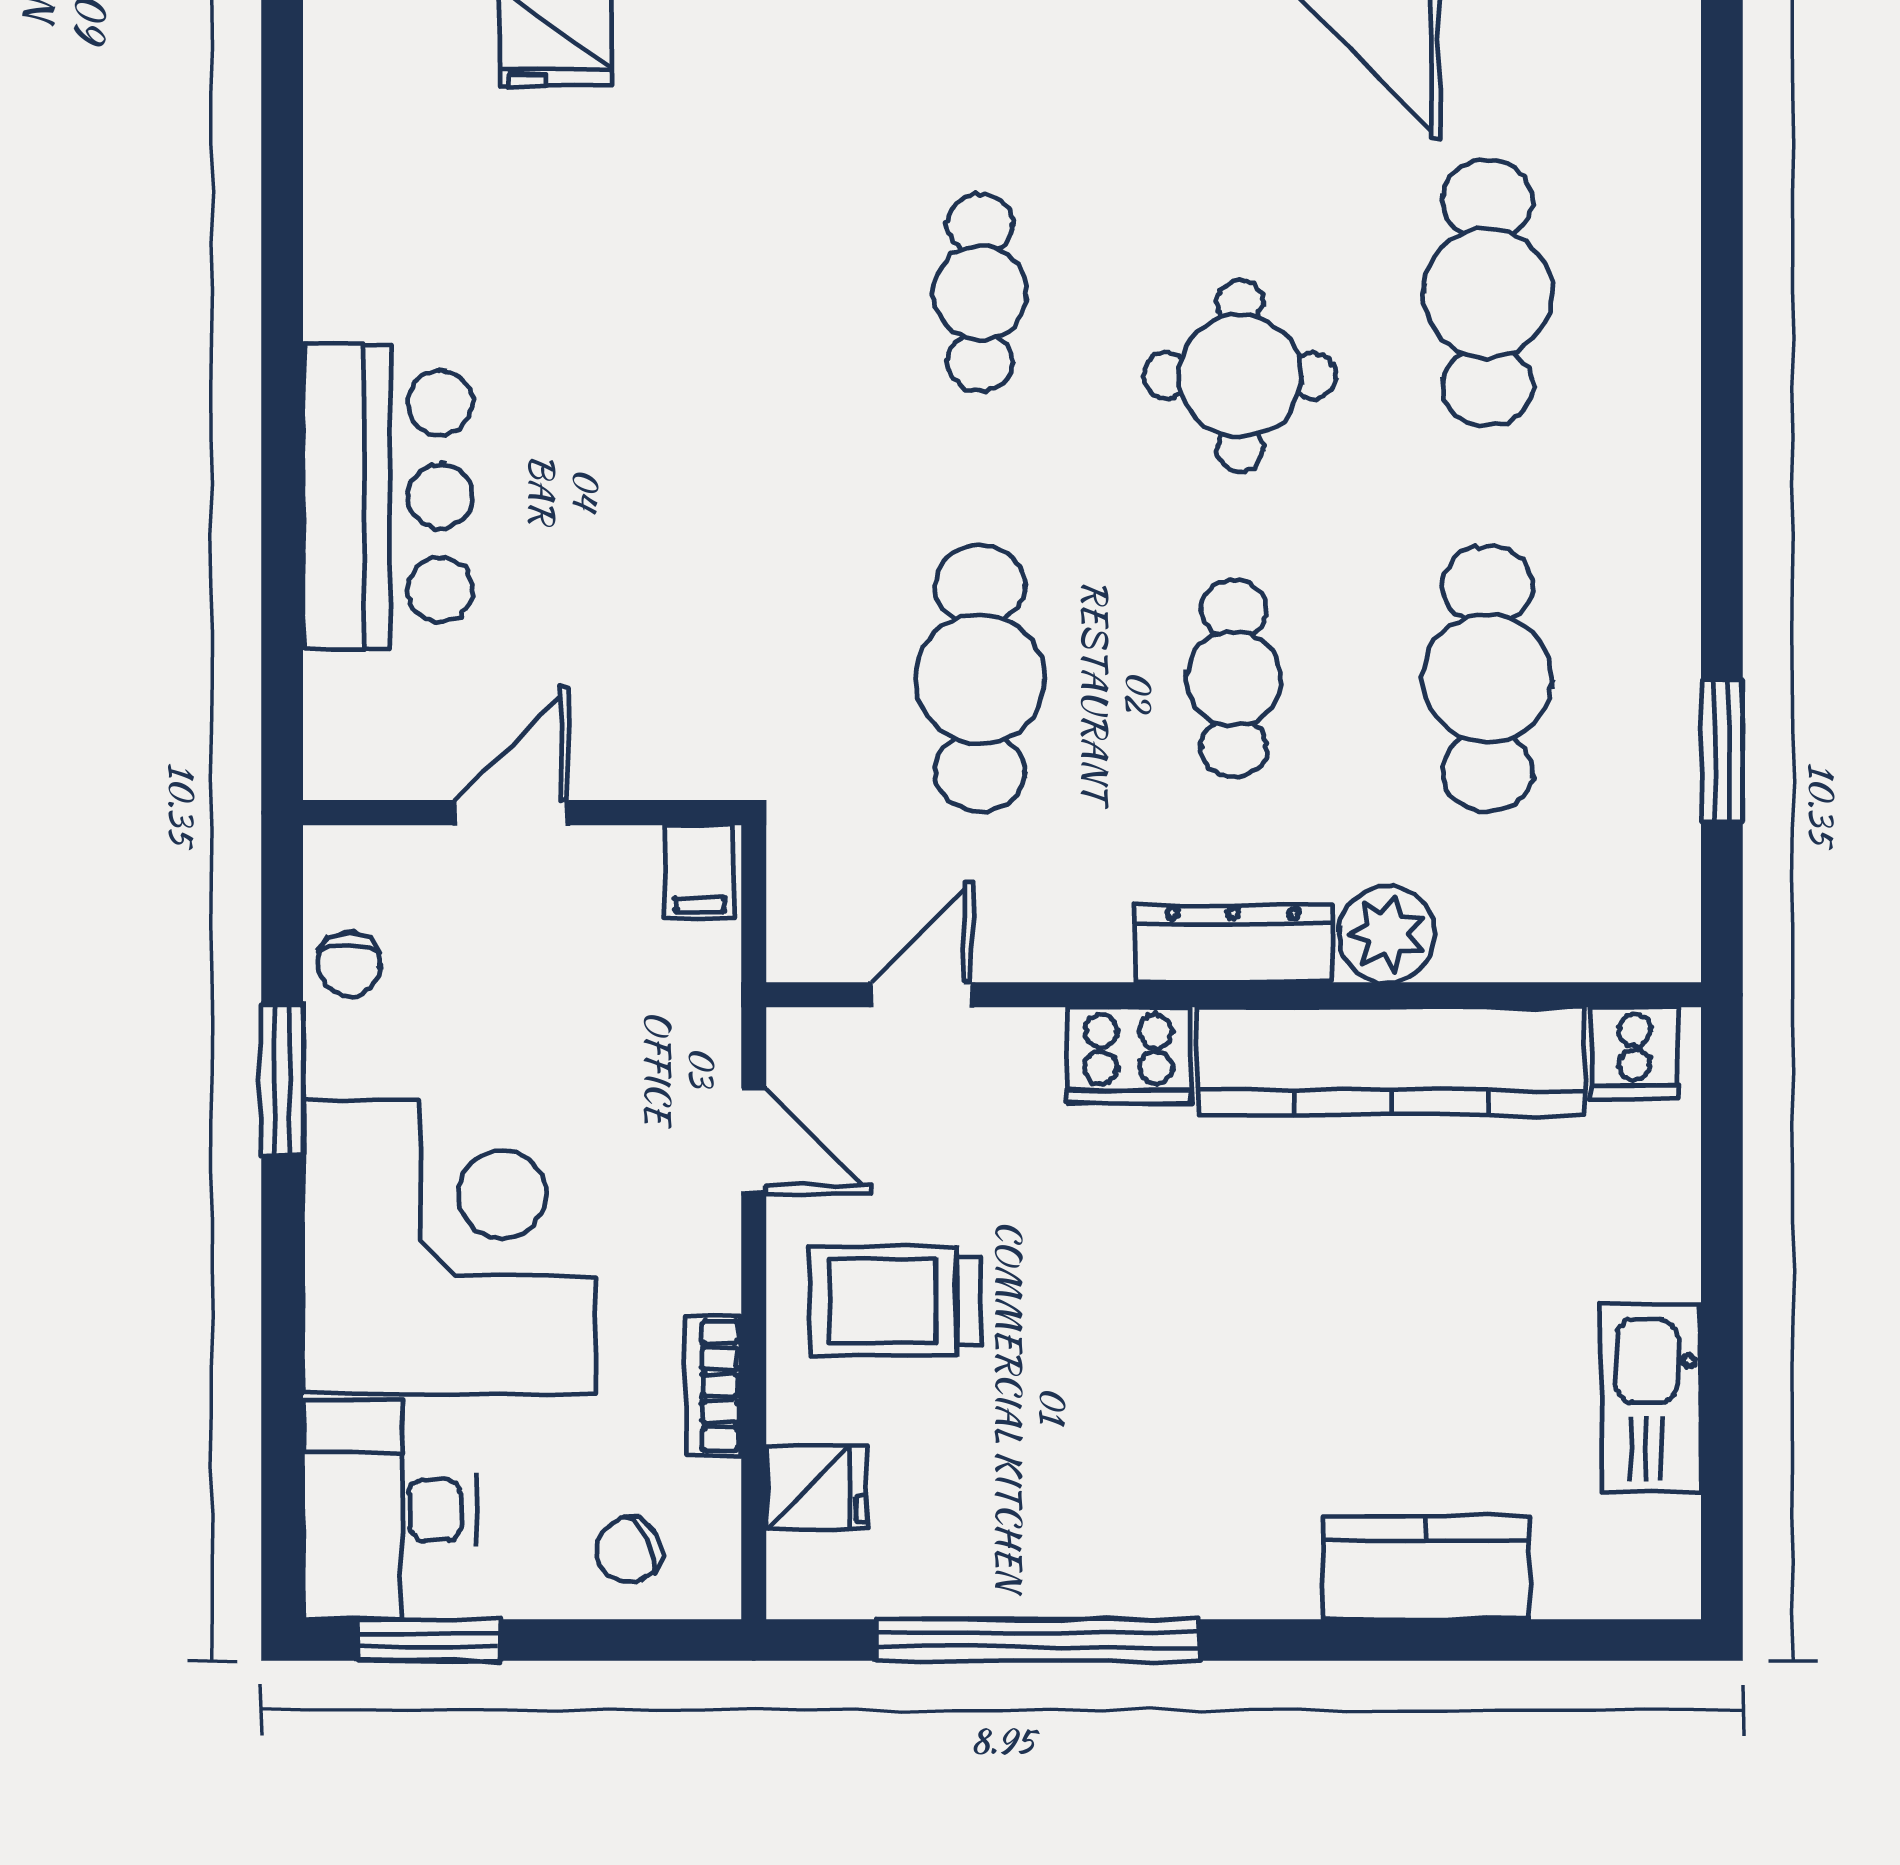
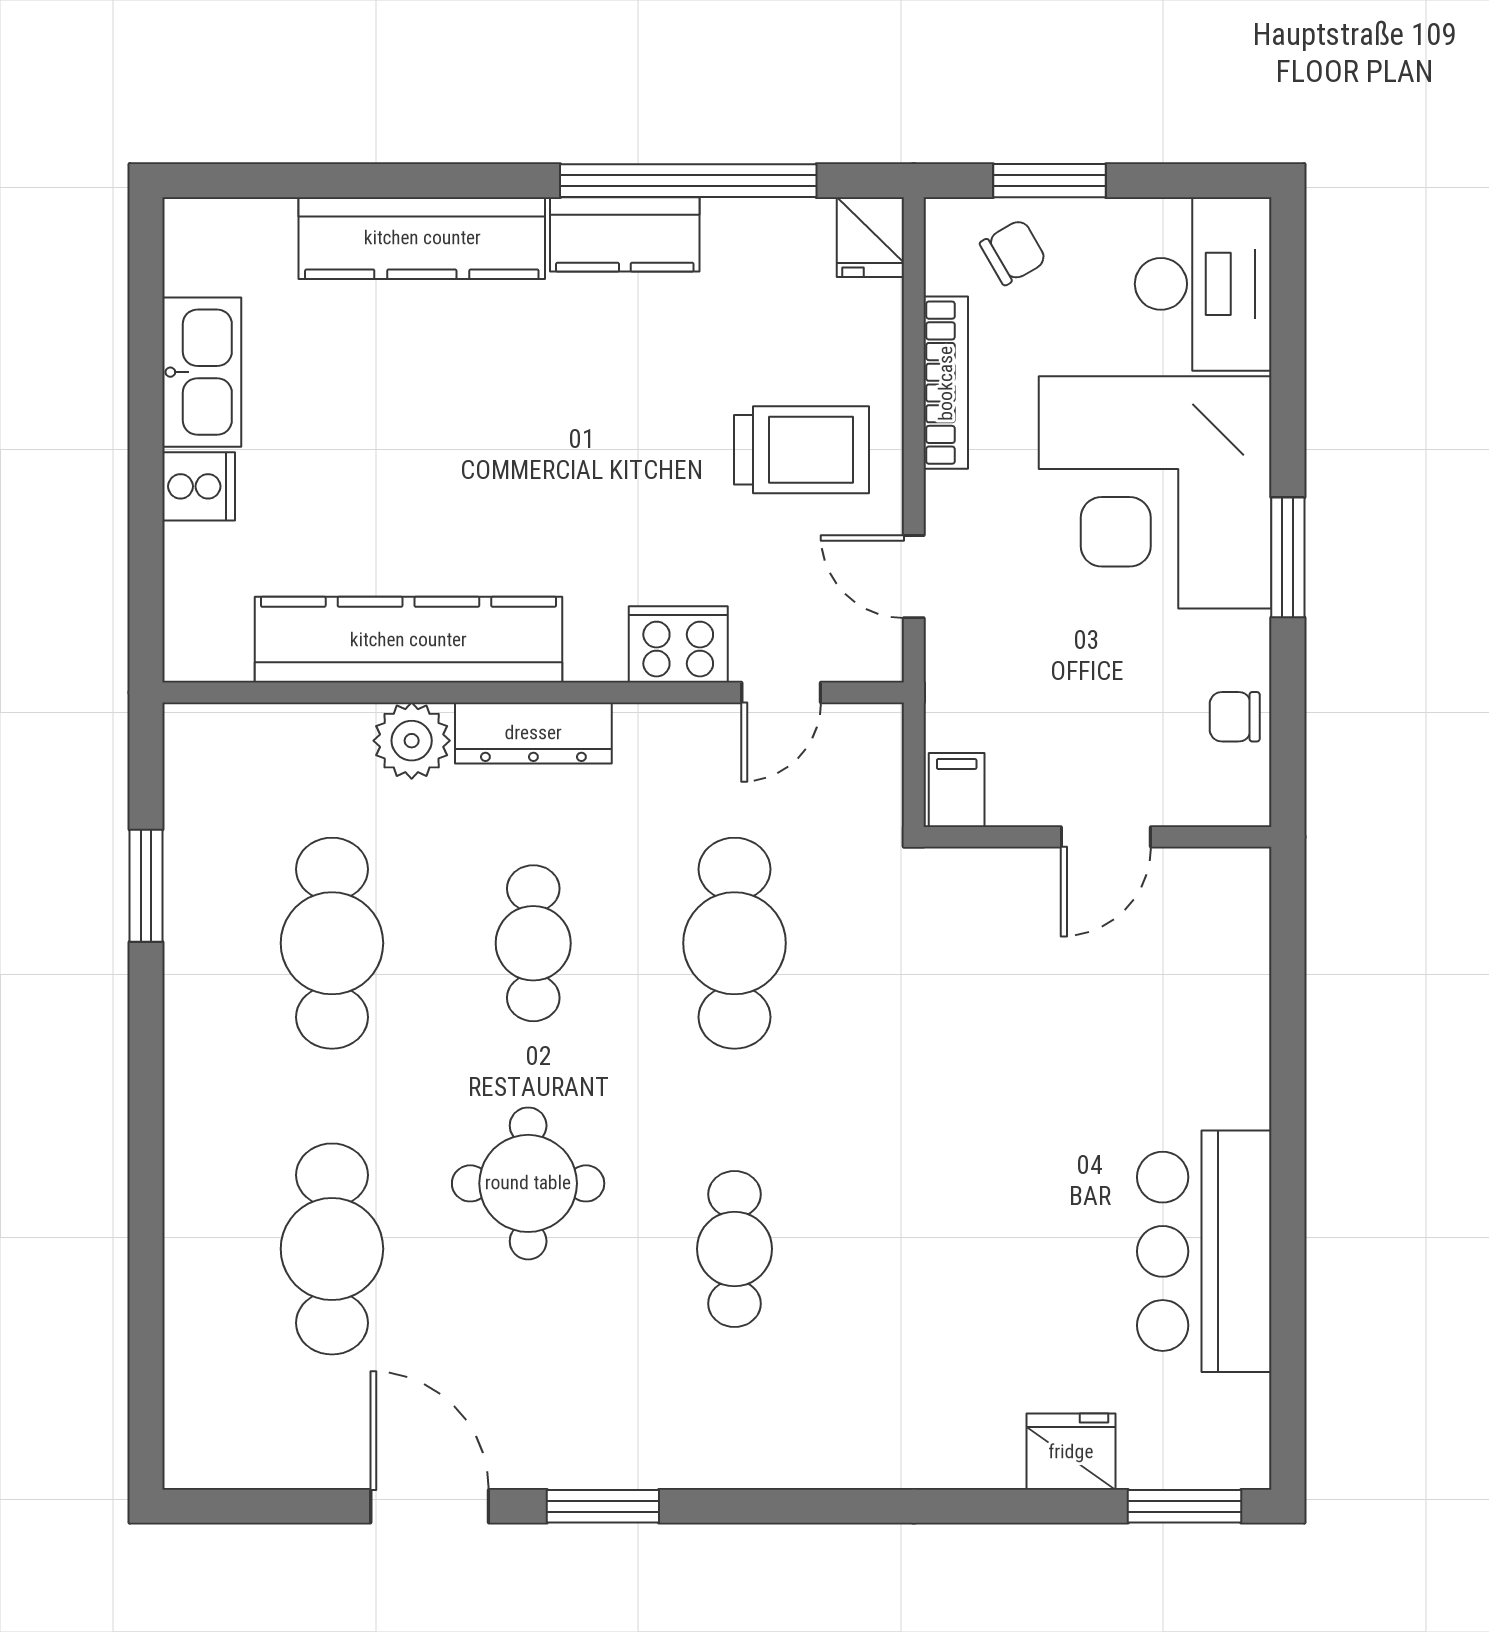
bar counter: (388, 496) -> (1204, 1251), moved
chair: (349, 964) -> (1235, 717), turned -92
cooker: (1635, 1053) -> (199, 486), moved, turned 90
cooker: (1128, 1055) -> (678, 644), moved
window: (282, 1080) -> (1288, 557), moved
bookcase: (714, 1385) -> (946, 383), width x1.56
fridge: (817, 1487) -> (870, 237), moved, turned -90
kitchen counter: (1426, 1568) -> (422, 238), width x1.50
kitchen counter: (1118, 1572) -> (625, 234), added
window: (429, 1640) -> (1049, 181), moved

